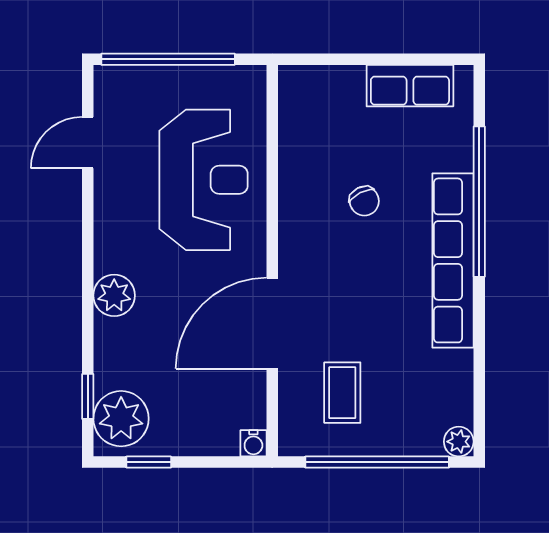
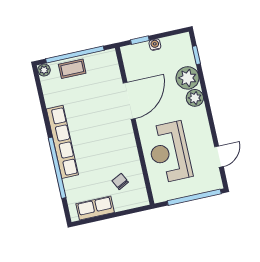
chair: (364, 201) -> (120, 181), moved
coffee table: (342, 393) -> (72, 69), moved, turned 90
plant: (121, 419) -> (188, 78), moved
water cooler: (253, 443) -> (155, 45), moved
window: (149, 462) -> (140, 40), moved

